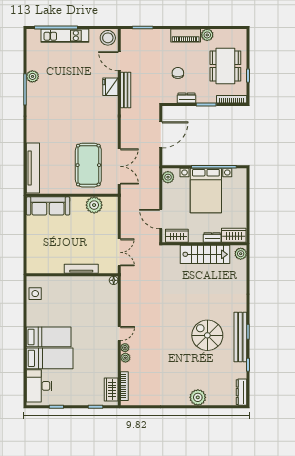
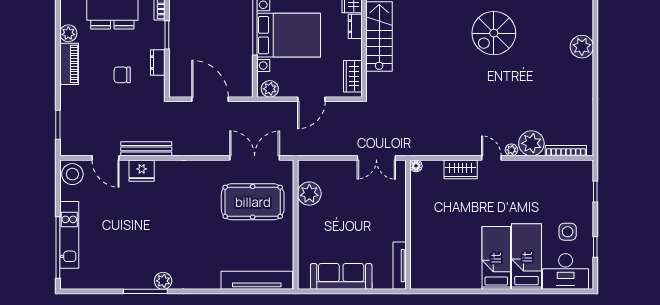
door: (119, 61) -> (106, 158), hinge flipped
plant: (32, 76) -> (163, 281), moved
sofa: (48, 206) -> (341, 276), moved, turned -90
door: (161, 219) -> (311, 99), moved
double door: (119, 252) -> (376, 158), swing flipped
tv unit: (81, 269) -> (400, 266), moved
side table: (35, 294) -> (568, 232), moved
plant: (125, 358) -> (531, 143), width x1.88, depth x1.88
wardrobe: (111, 389) -> (461, 169), moved

